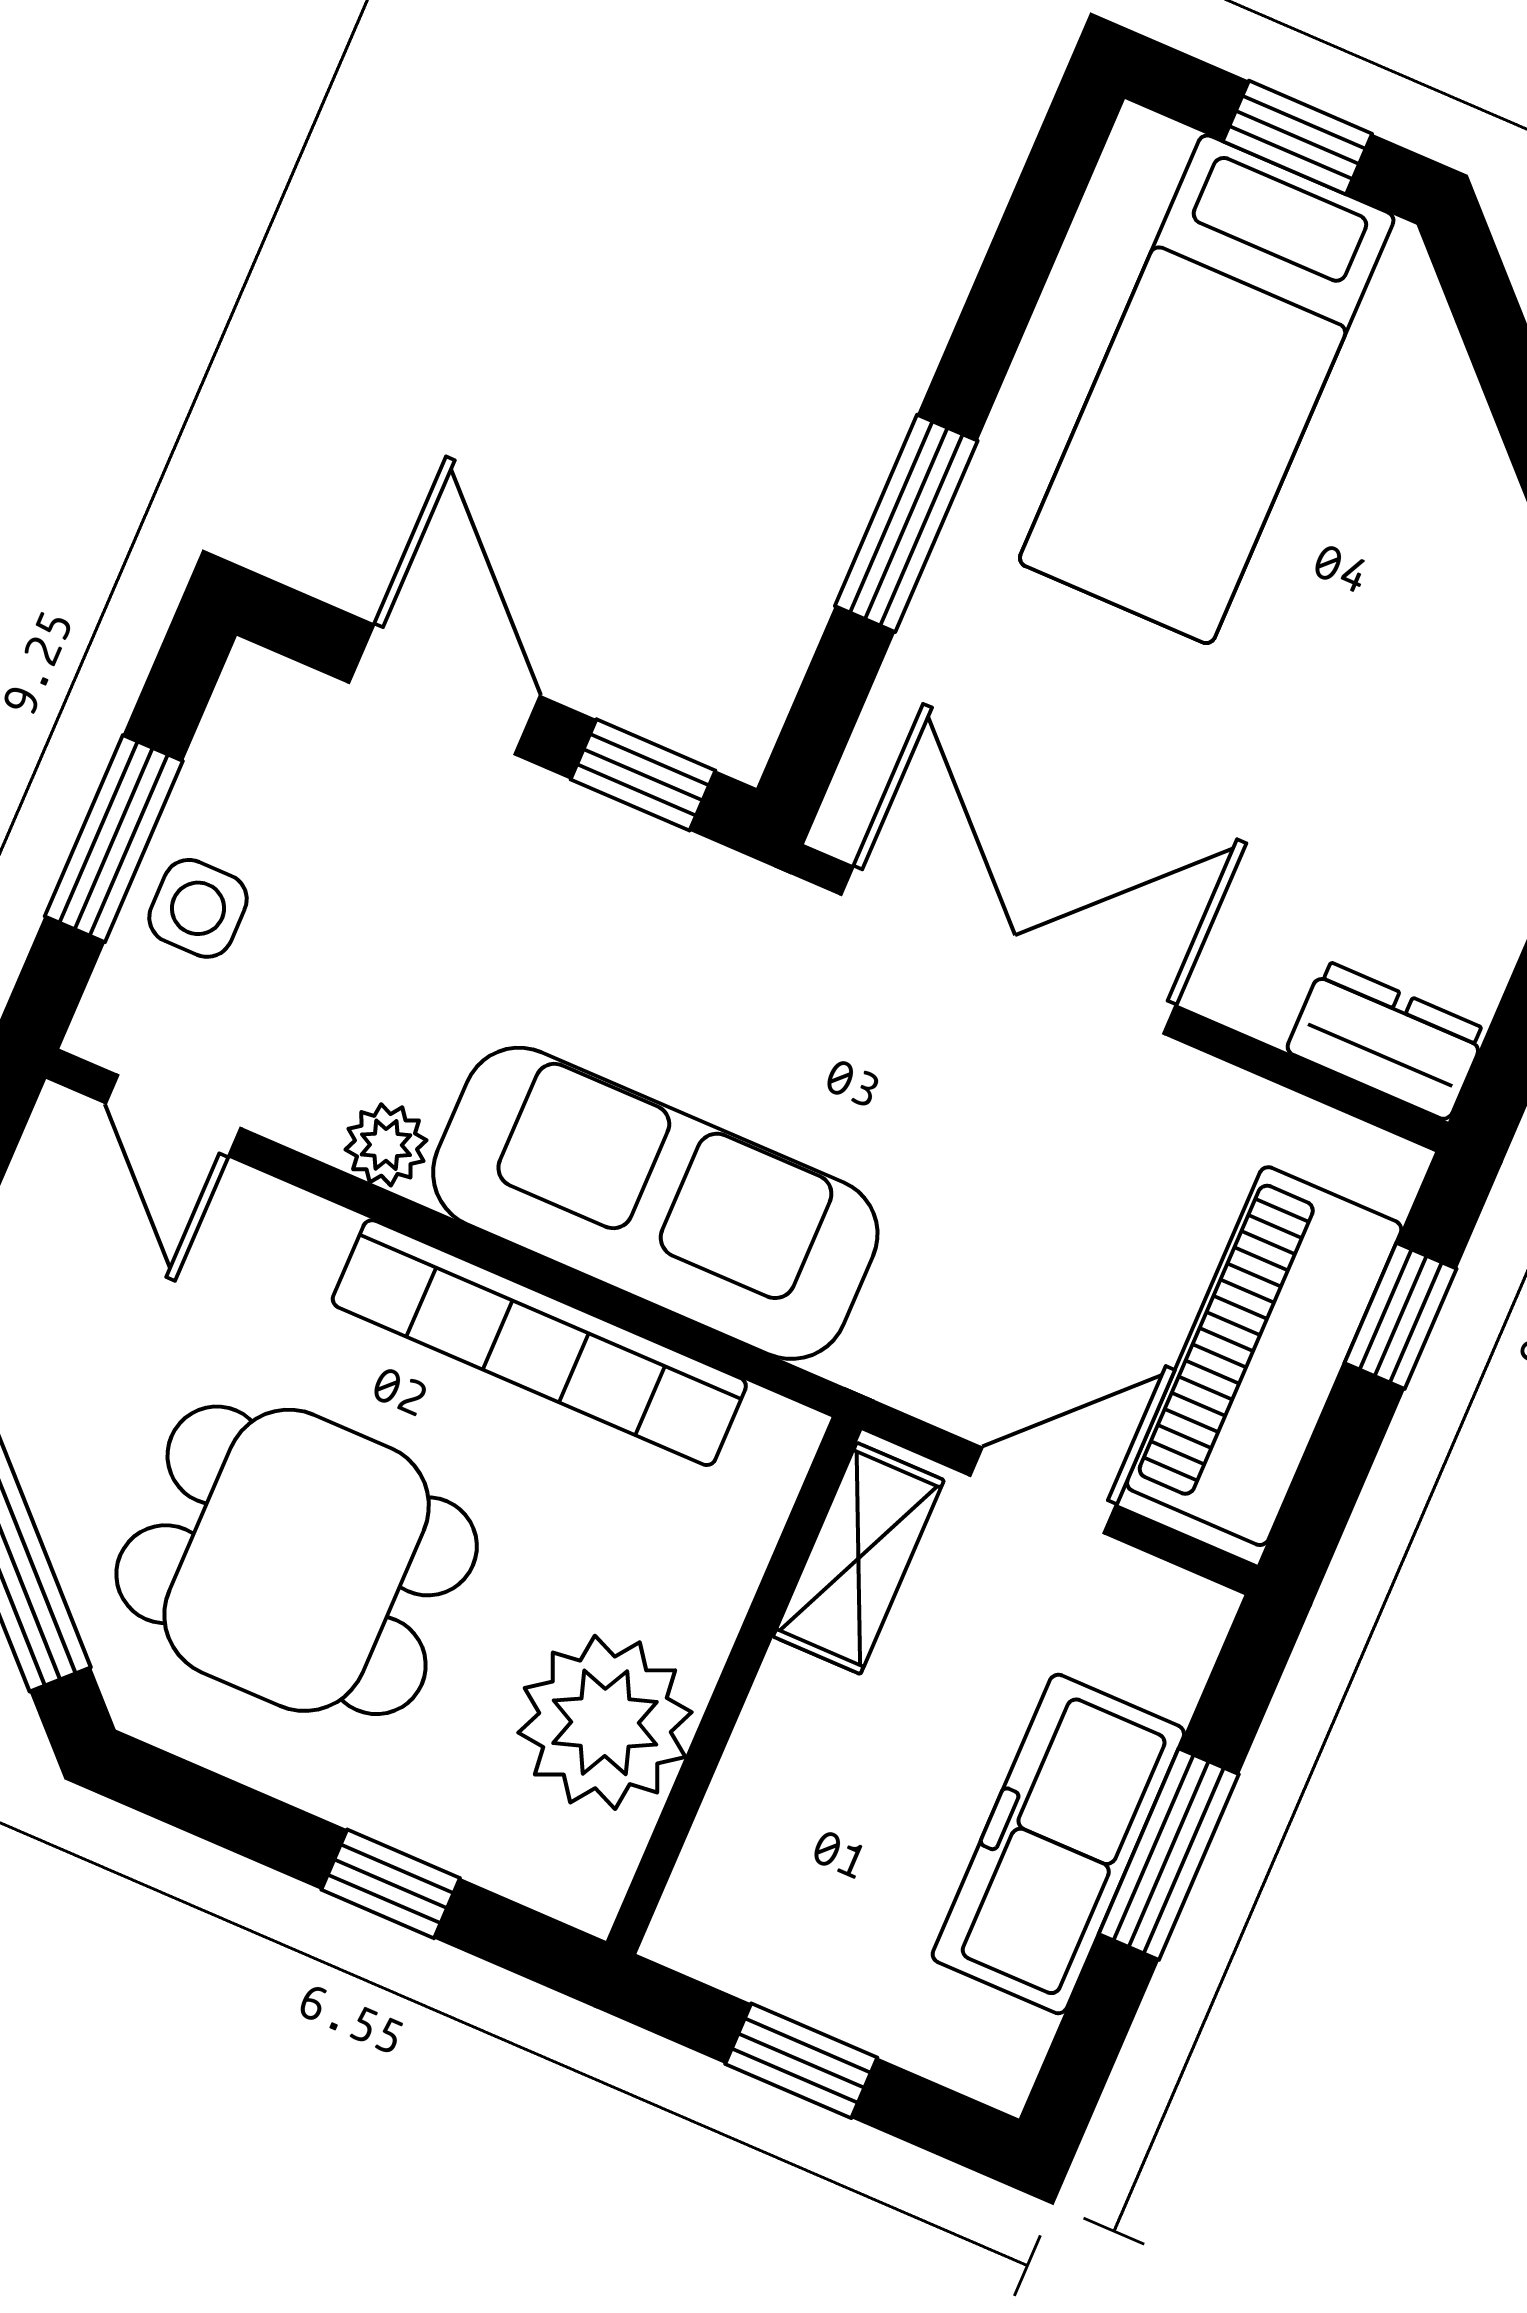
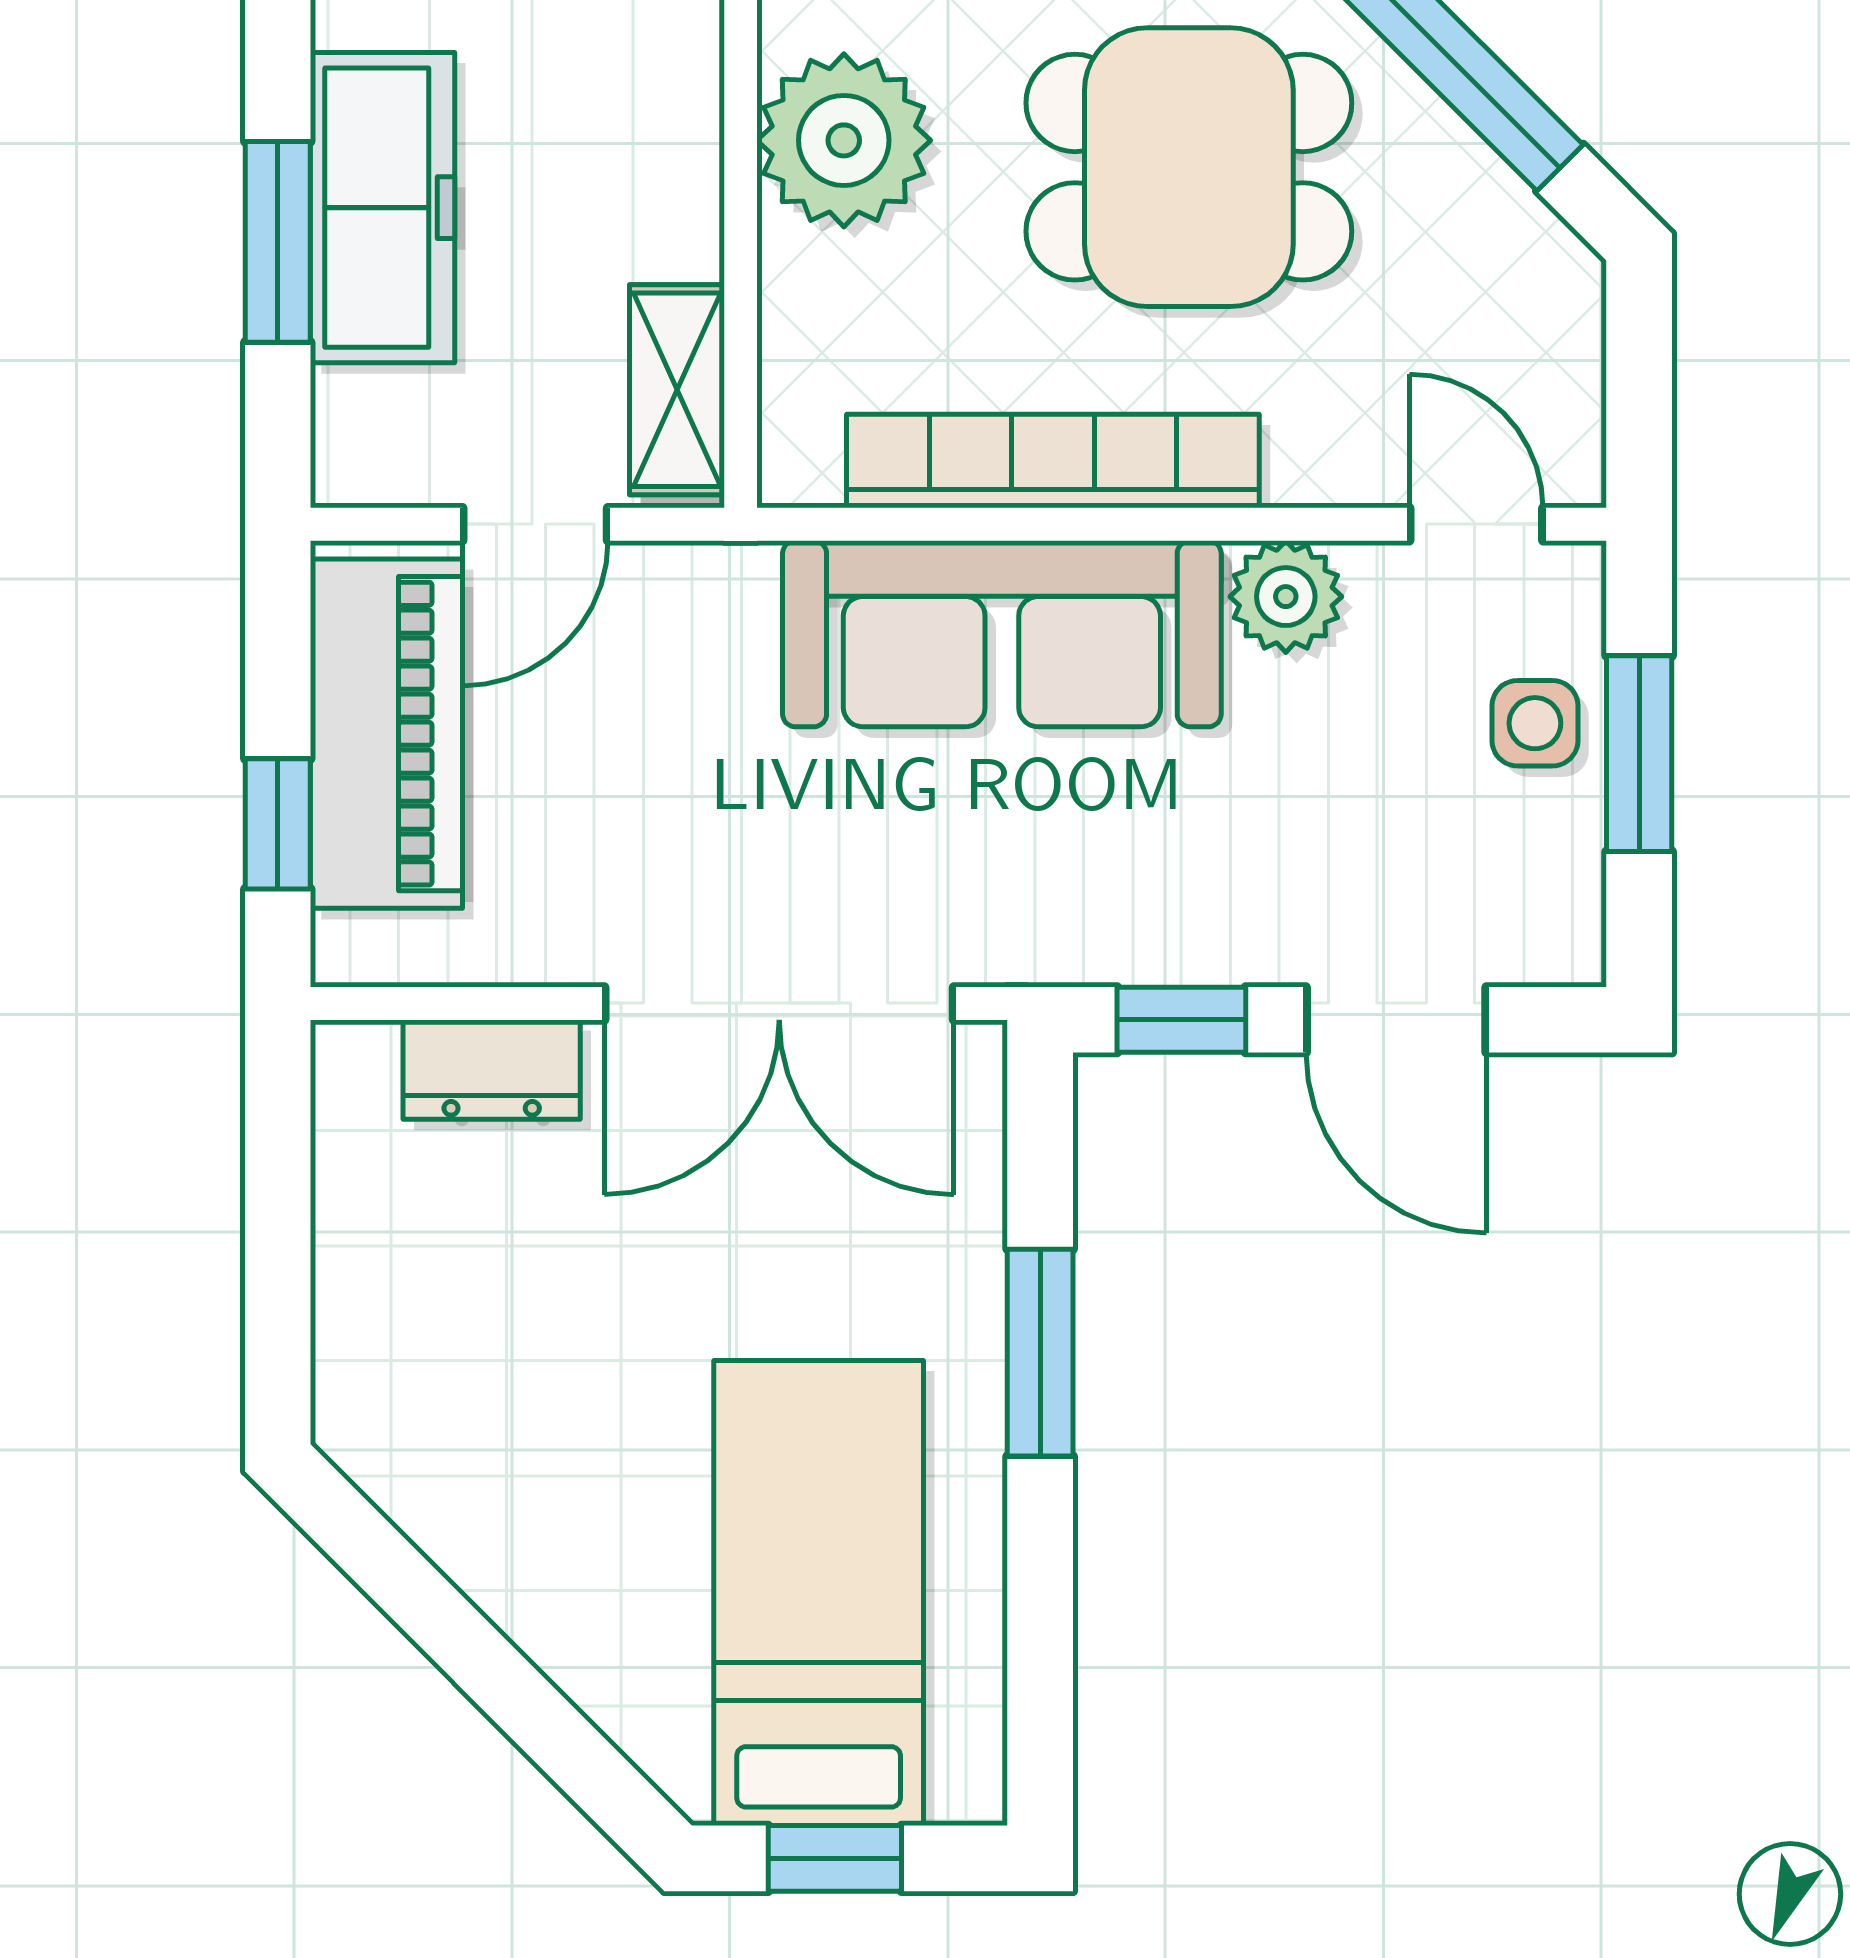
dresser: (1386, 1041) -> (492, 1070), moved
plant: (386, 1145) -> (1286, 597), width x1.38, depth x1.38

